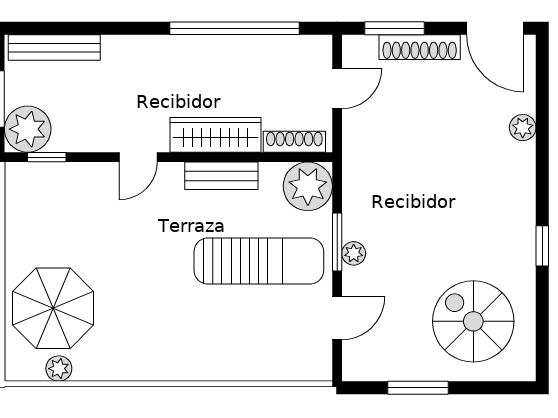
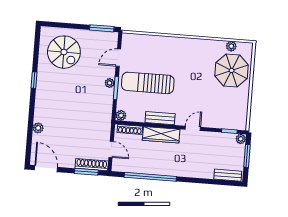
bench: (54, 47) -> (228, 175), width x0.73
shoe rack: (420, 47) -> (92, 165), moved
door: (337, 89) -> (111, 149), swing flipped
plant: (28, 129) -> (241, 139), width x0.53, depth x0.53
plant: (308, 186) -> (121, 115), width x0.53, depth x0.53
window: (418, 388) -> (102, 28), moved

